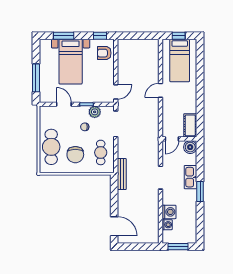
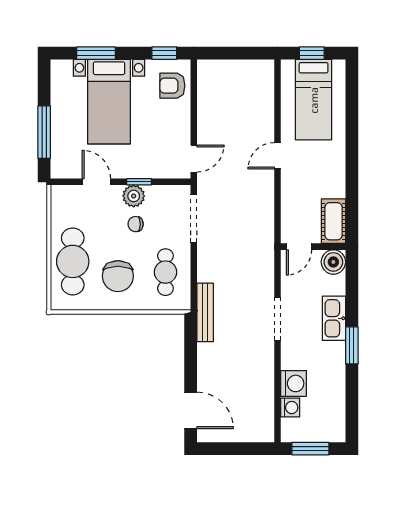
plant: (95, 112) -> (134, 196), moved

